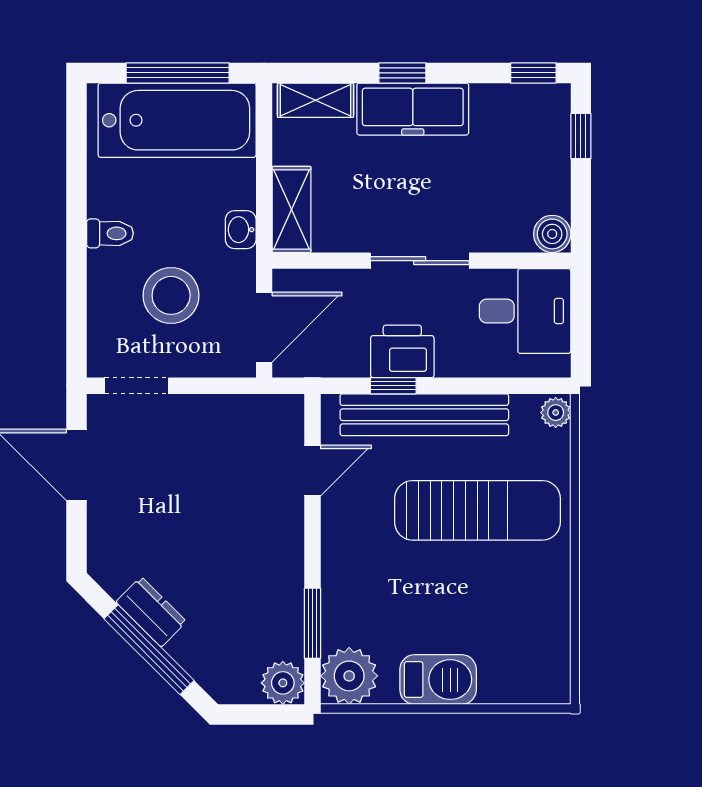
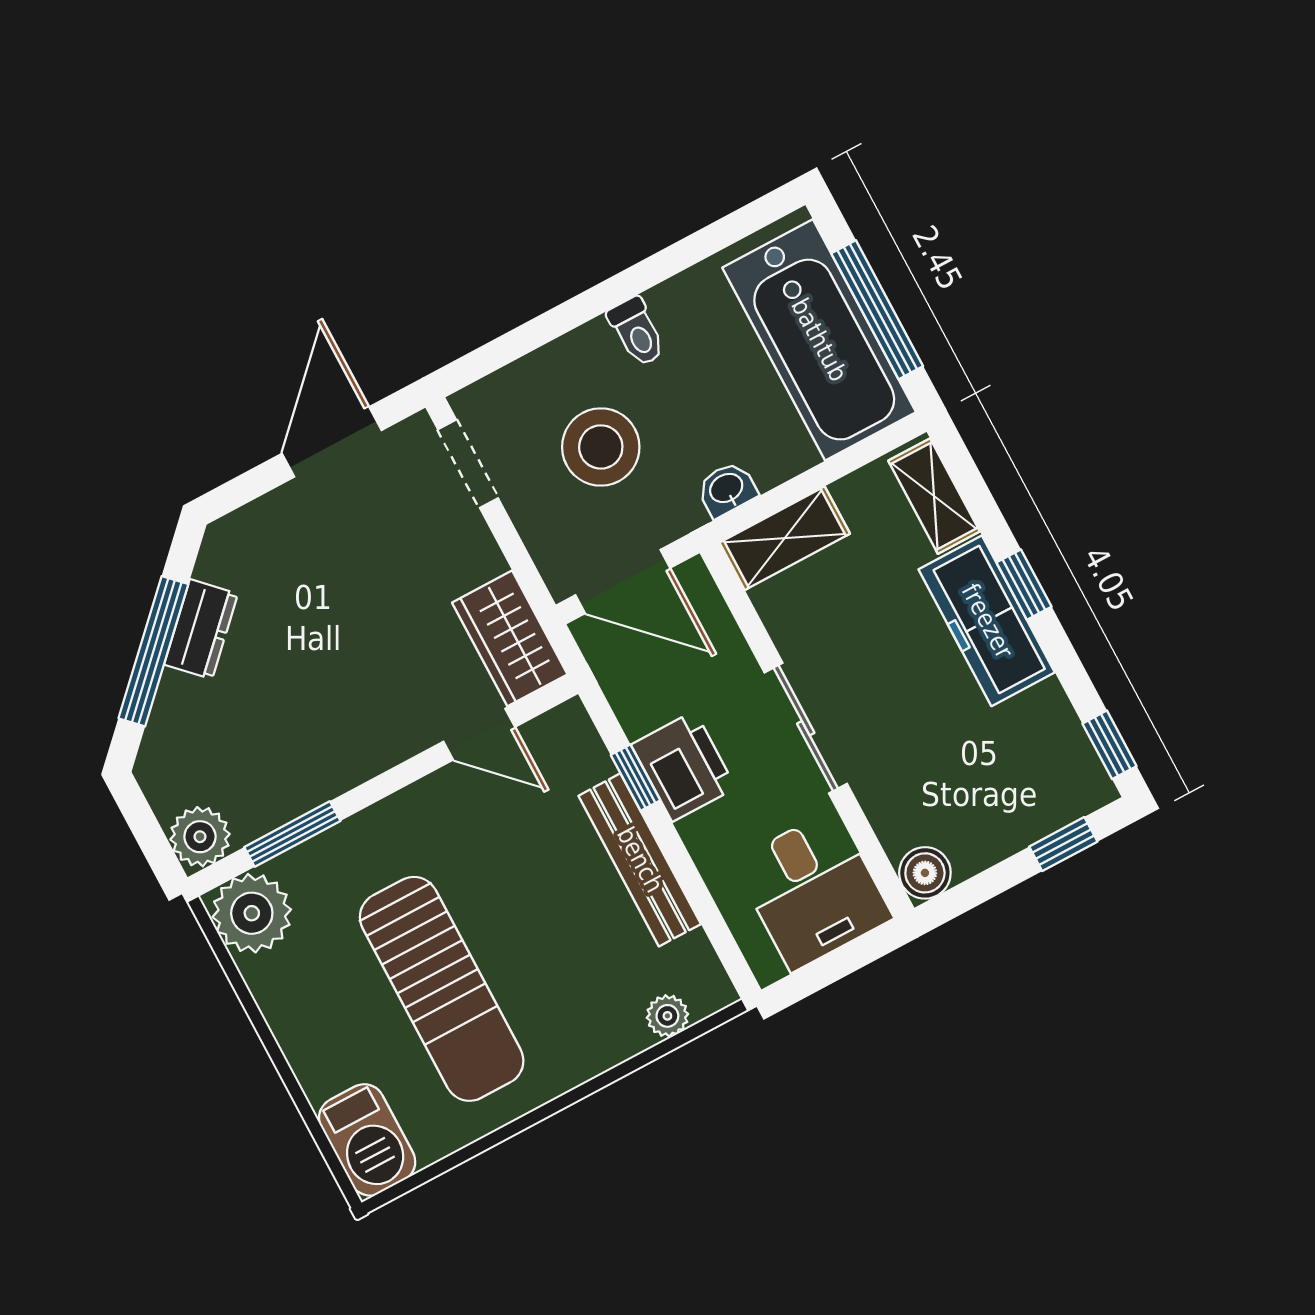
plant: (556, 413) -> (667, 1016), moved
bench: (424, 415) -> (640, 860), width x0.73, depth x0.82
wardrobe: (262, 418) -> (510, 638), added
sun lounger: (477, 510) -> (442, 989), moved
barbecue: (438, 680) -> (367, 1140), moved

